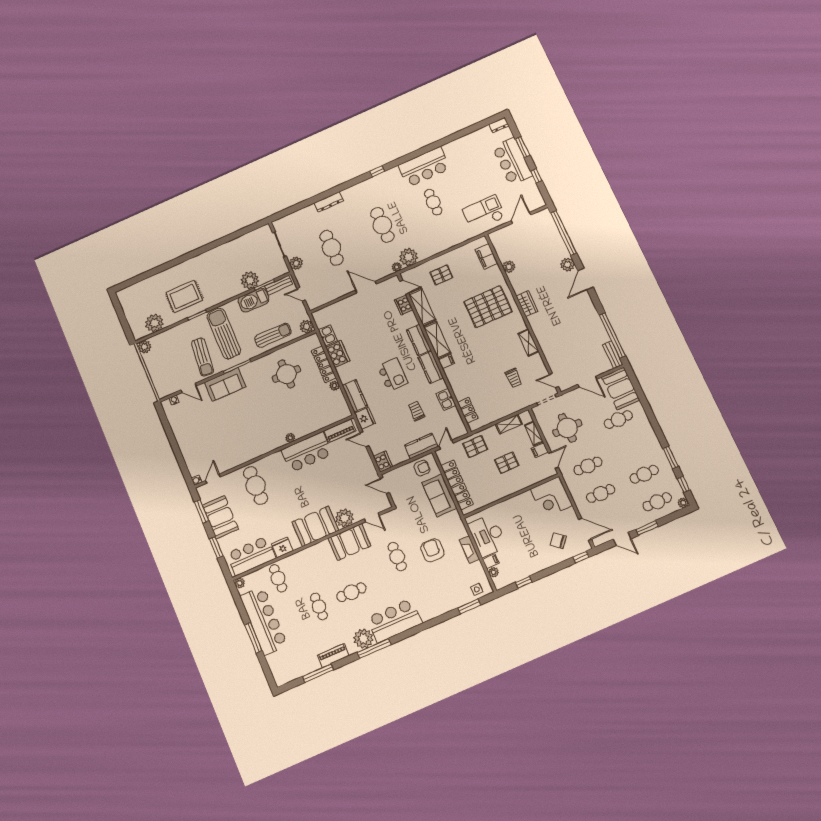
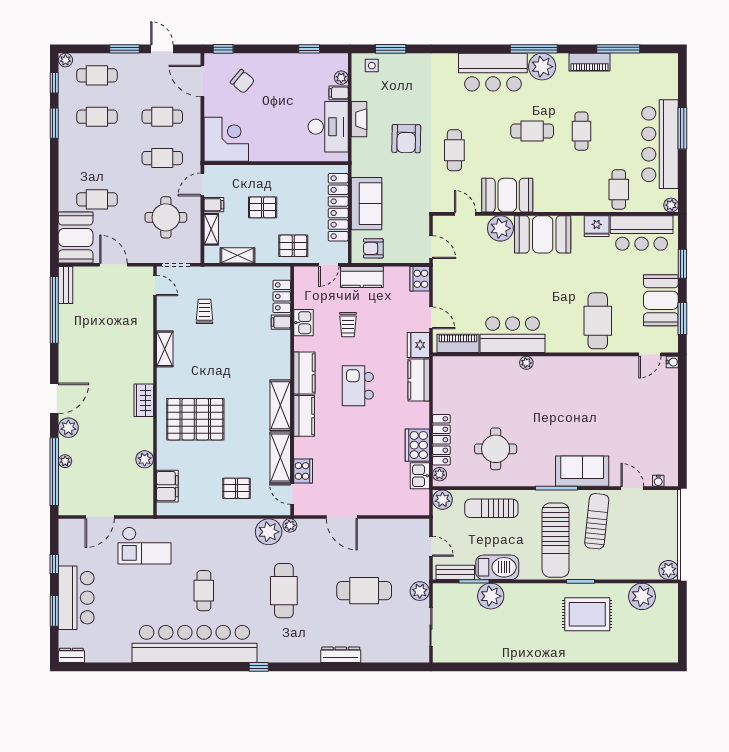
bar counter: (424, 167) -> (194, 644), width x1.86
plant: (560, 243) -> (65, 461), added
cafe table: (331, 248) -> (364, 591), turned 90
filing cabinet: (446, 362) -> (281, 322), moved
plant: (334, 386) -> (440, 474), moved

